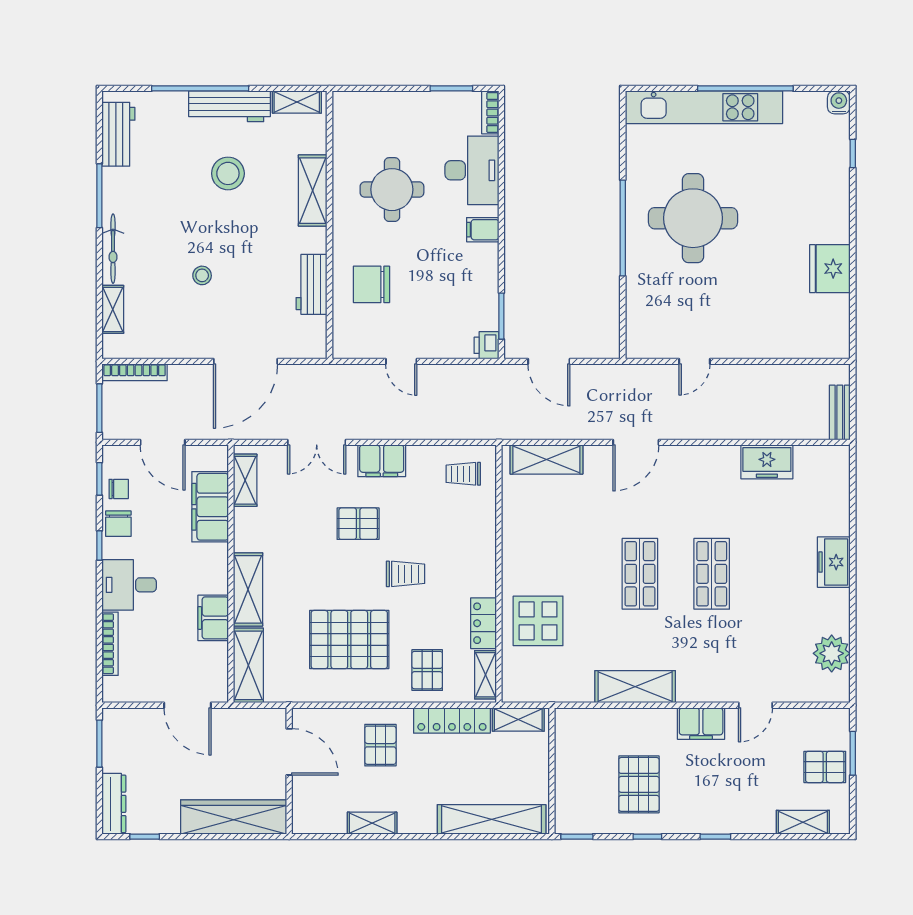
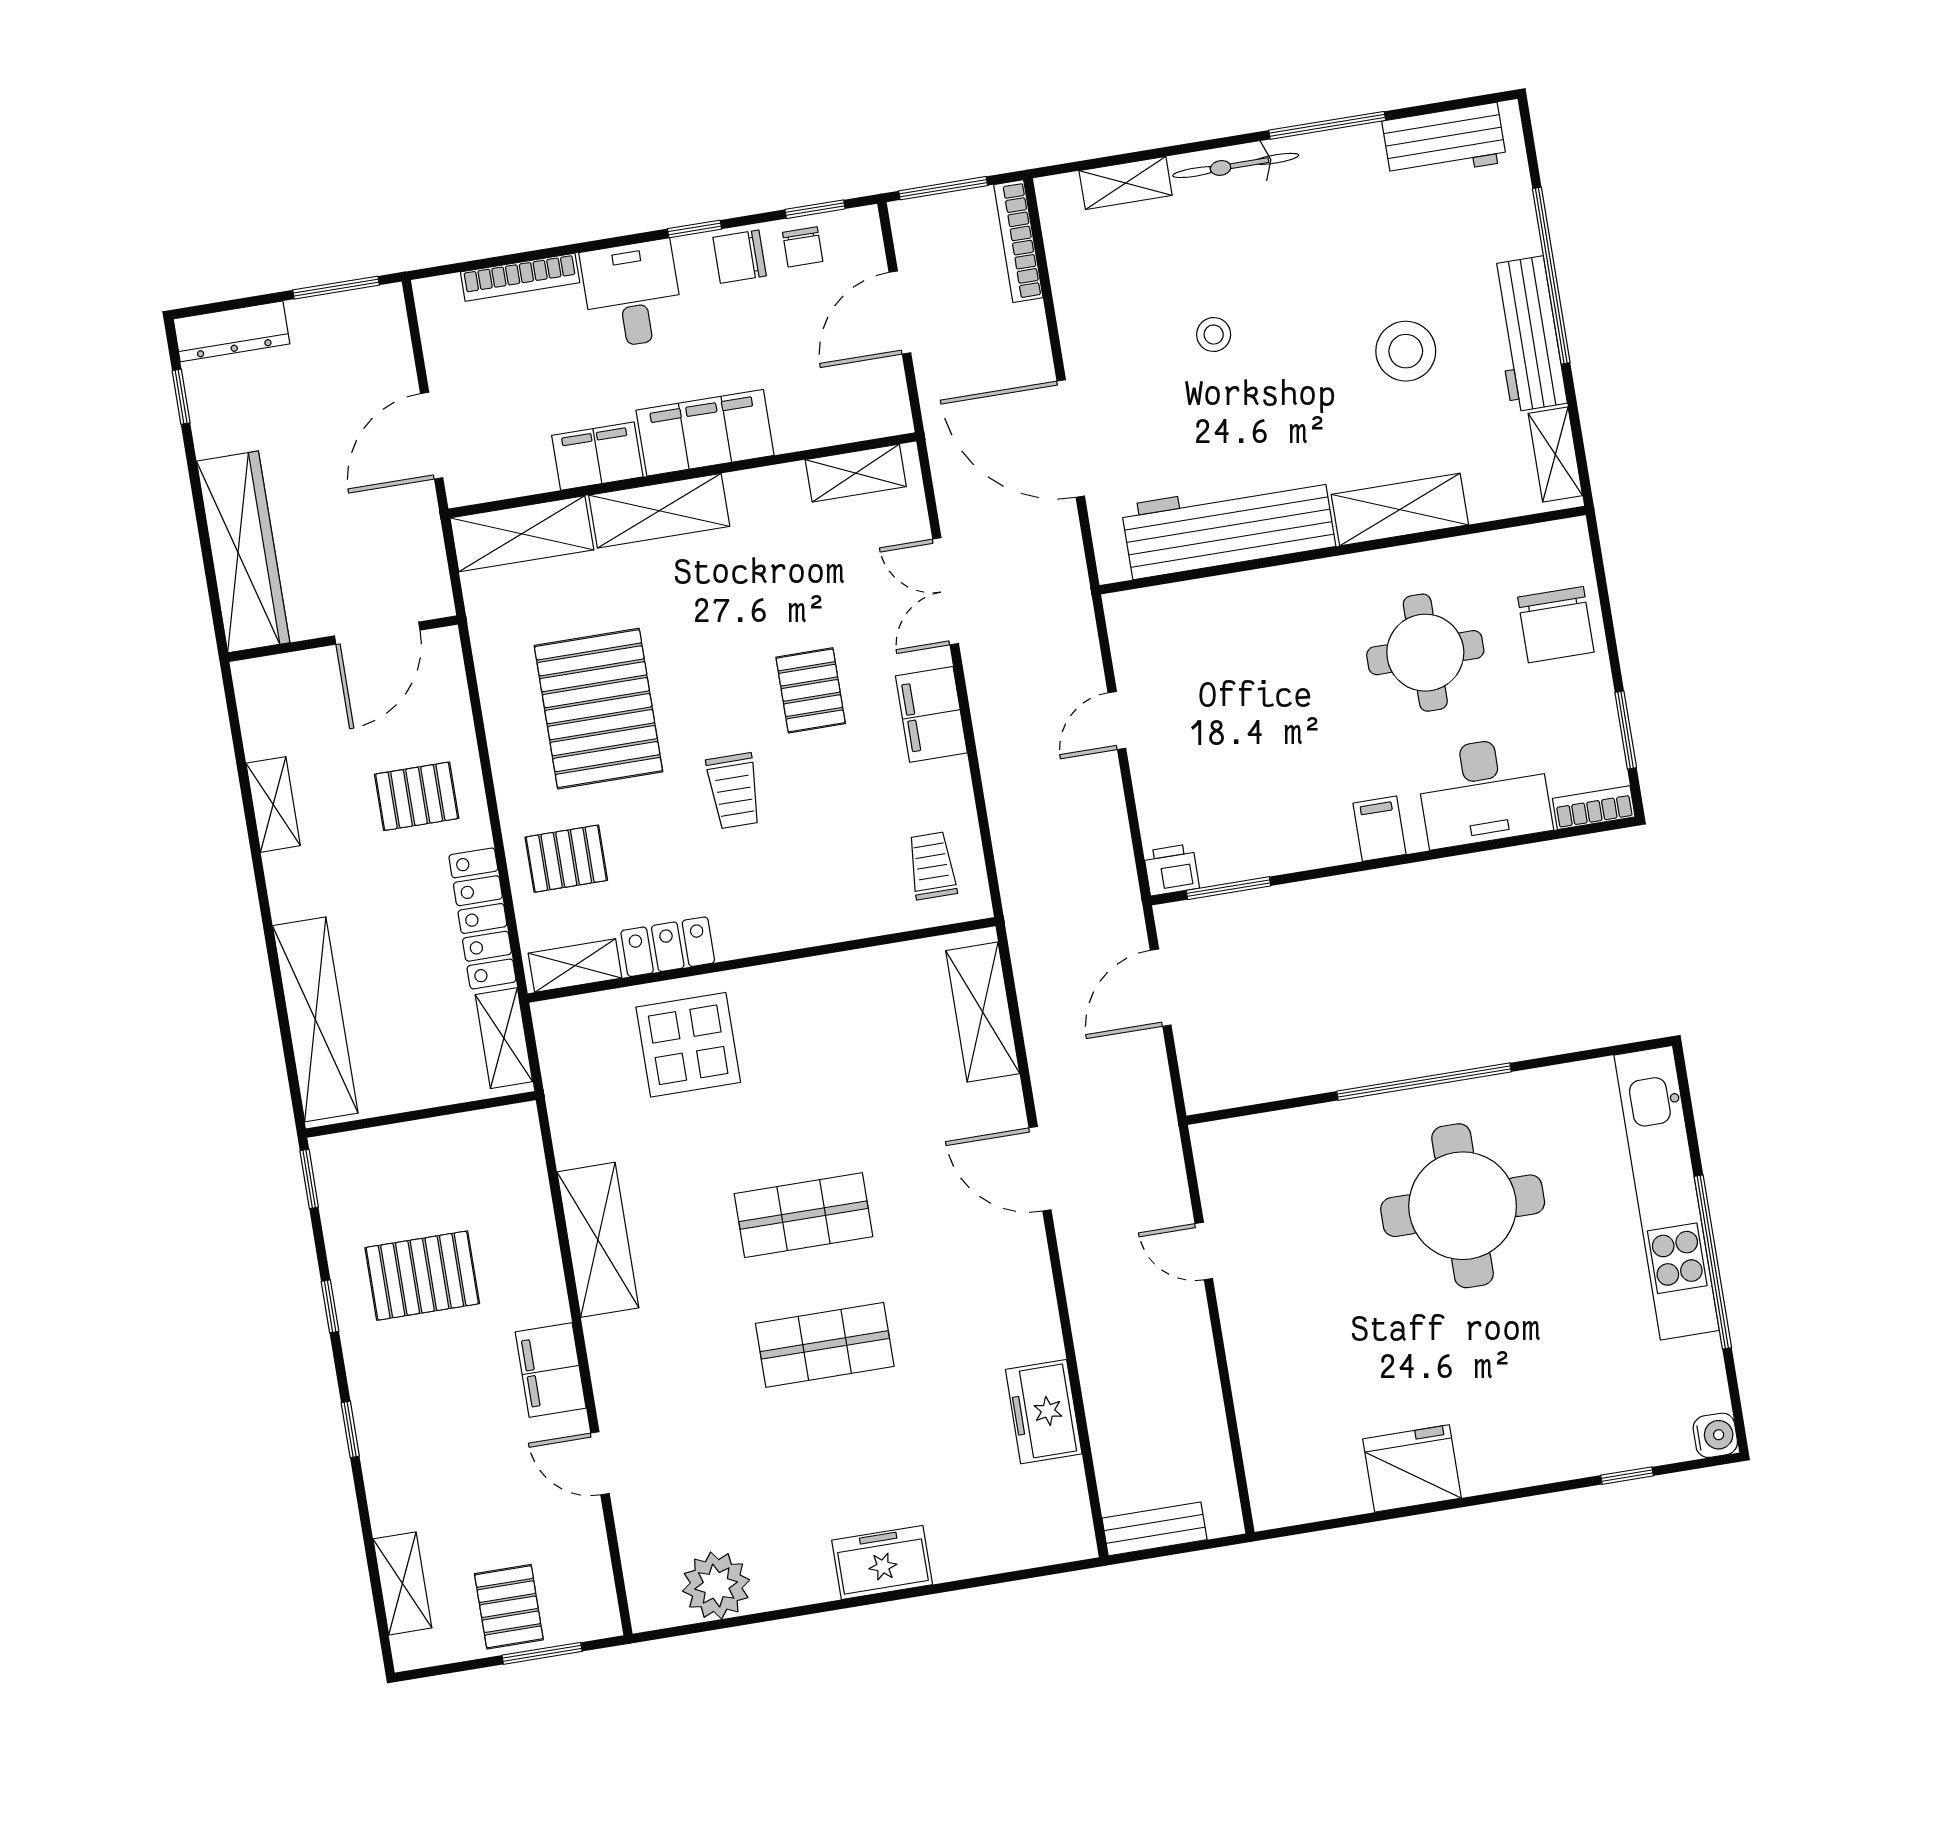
workbench: (312, 284) -> (1228, 526), width x1.88, depth x1.32
chair: (371, 284) -> (1556, 625), moved, turned 180
filing cabinet: (210, 507) -> (705, 433), moved

